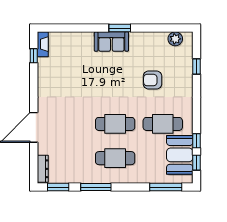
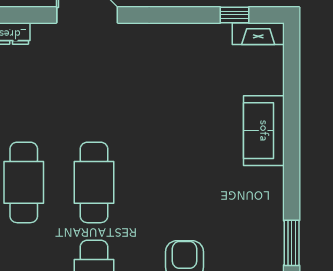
window: (120, 28) -> (292, 243), moved
sofa: (111, 42) -> (264, 131), moved

